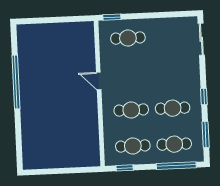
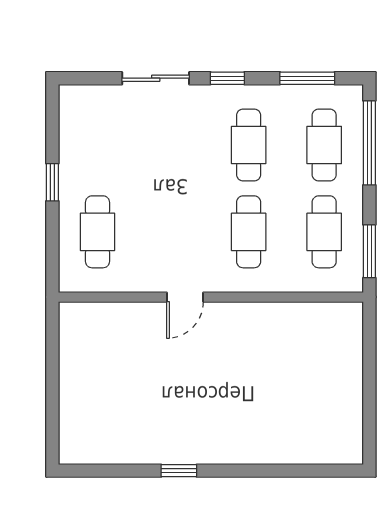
window: (112, 17) -> (52, 182), moved
sliding door: (201, 39) -> (156, 78), moved
window: (16, 82) -> (179, 471), width x0.32
window: (125, 168) -> (369, 251), width x1.50

